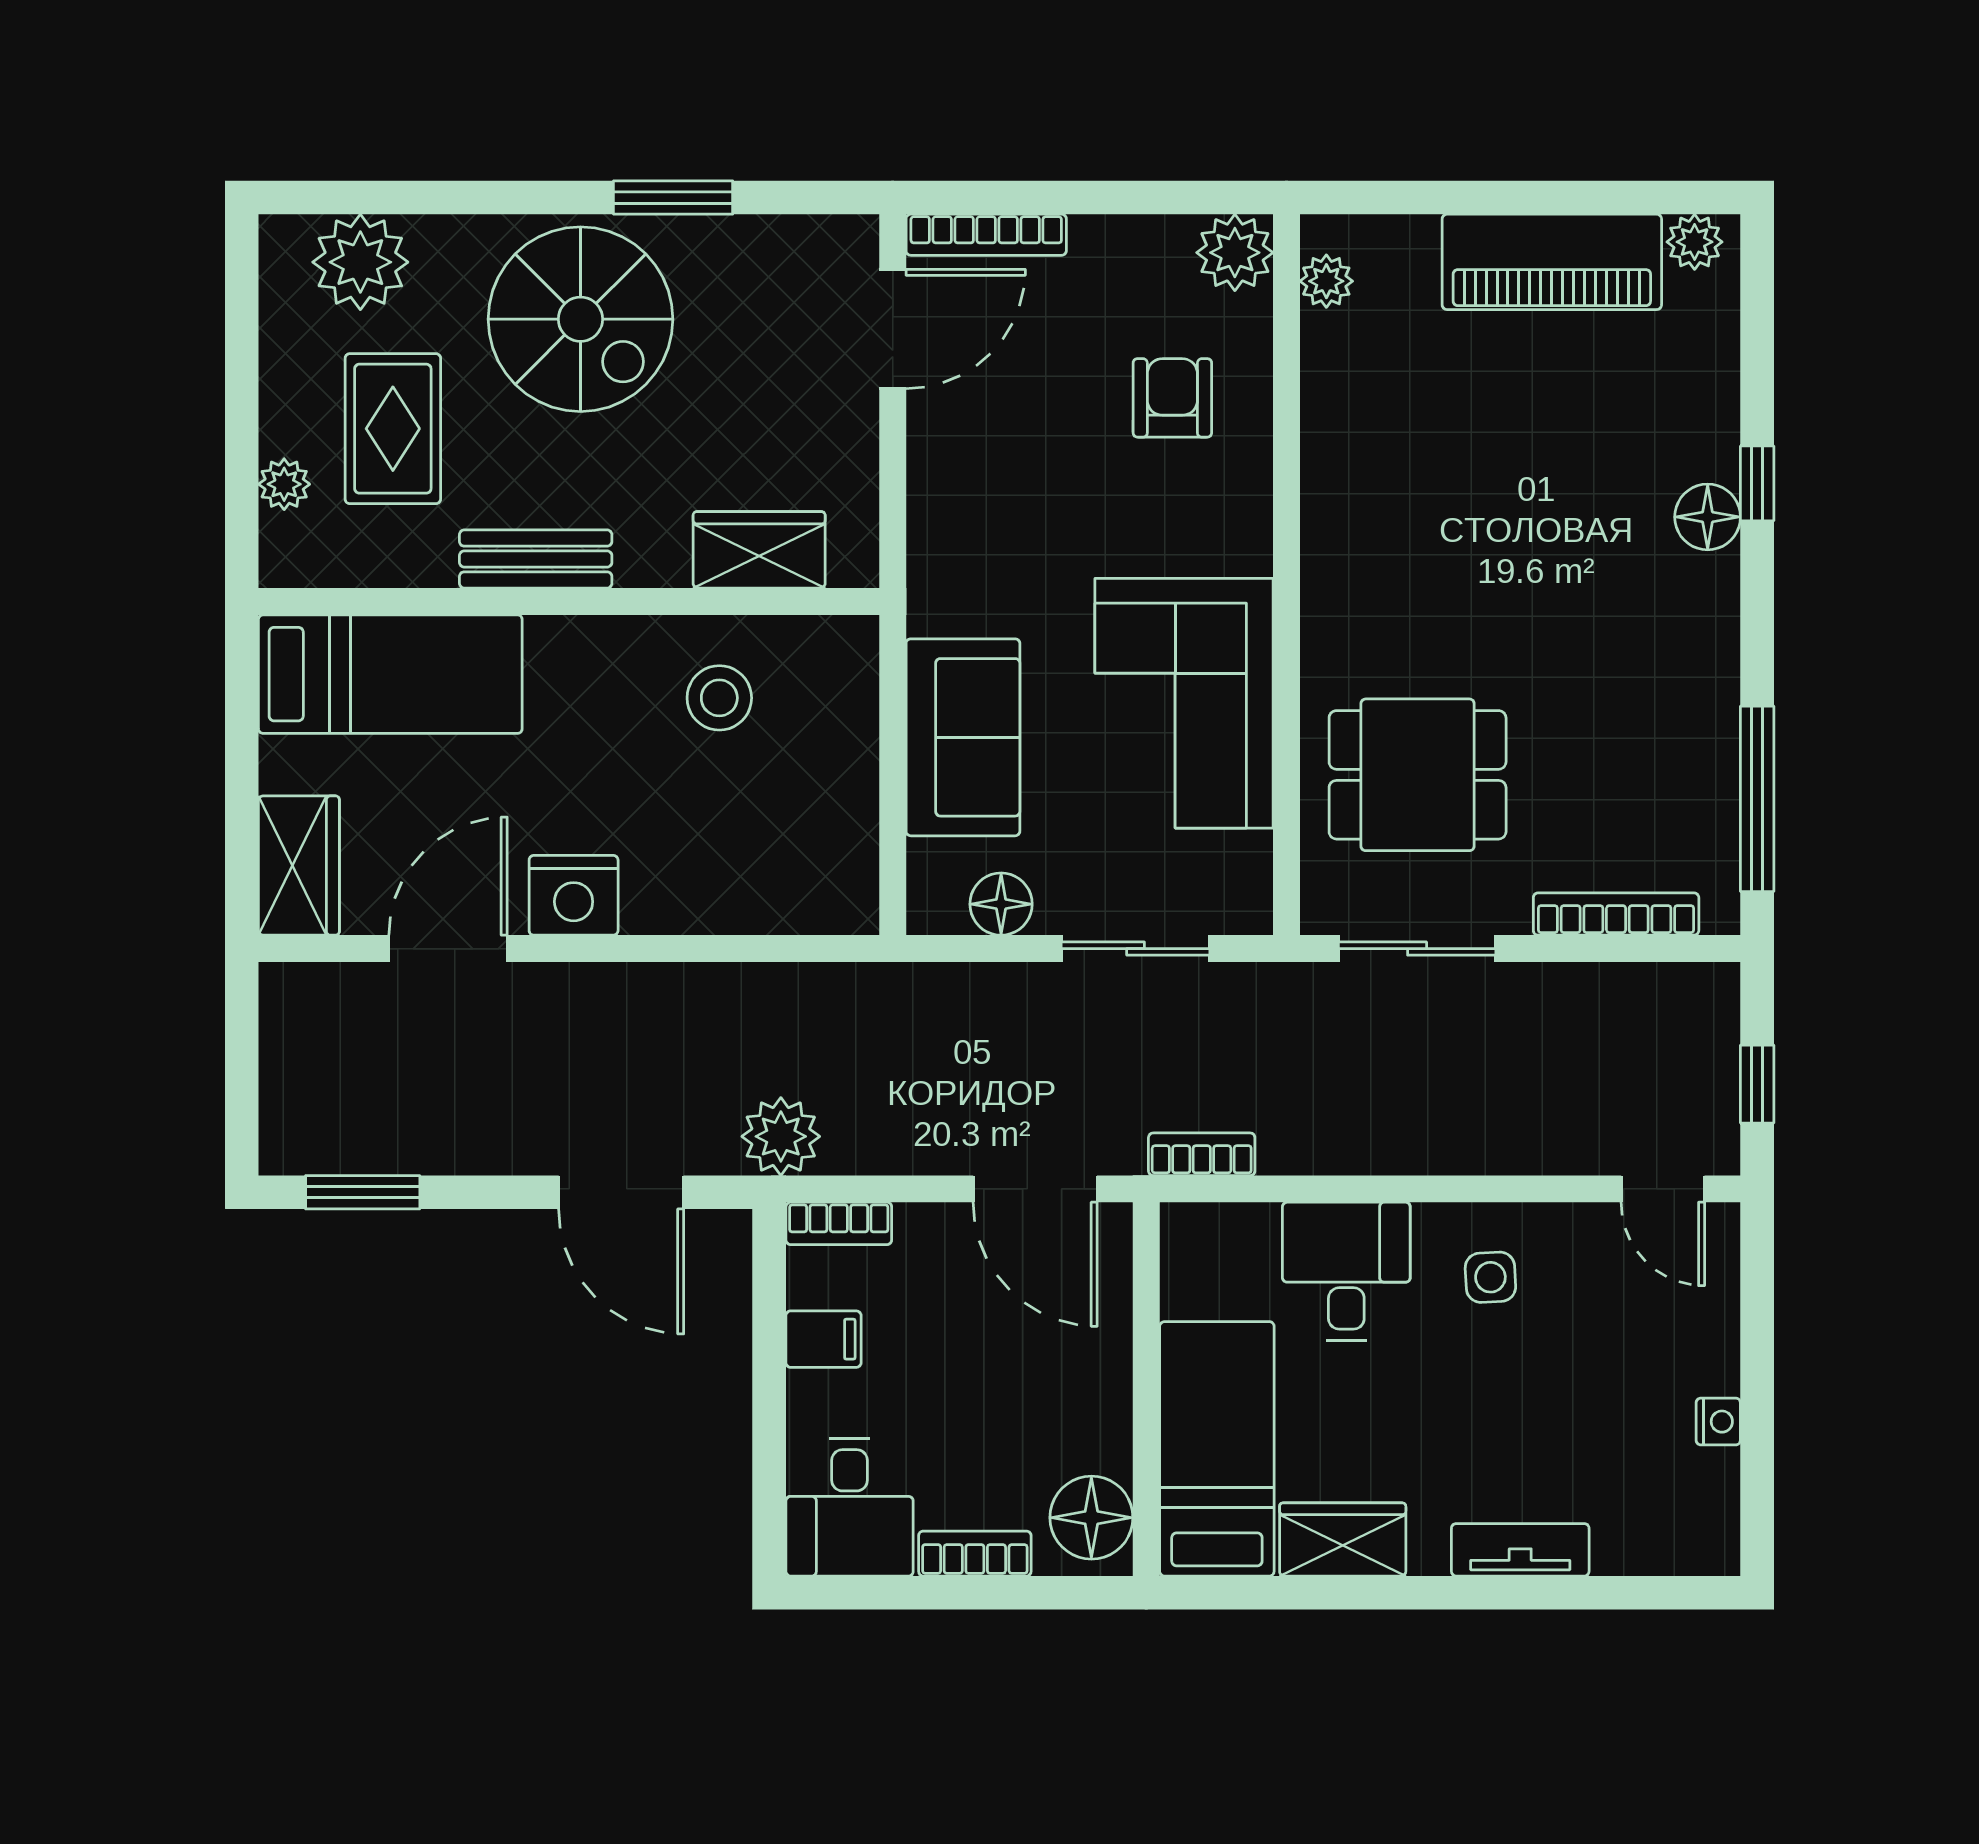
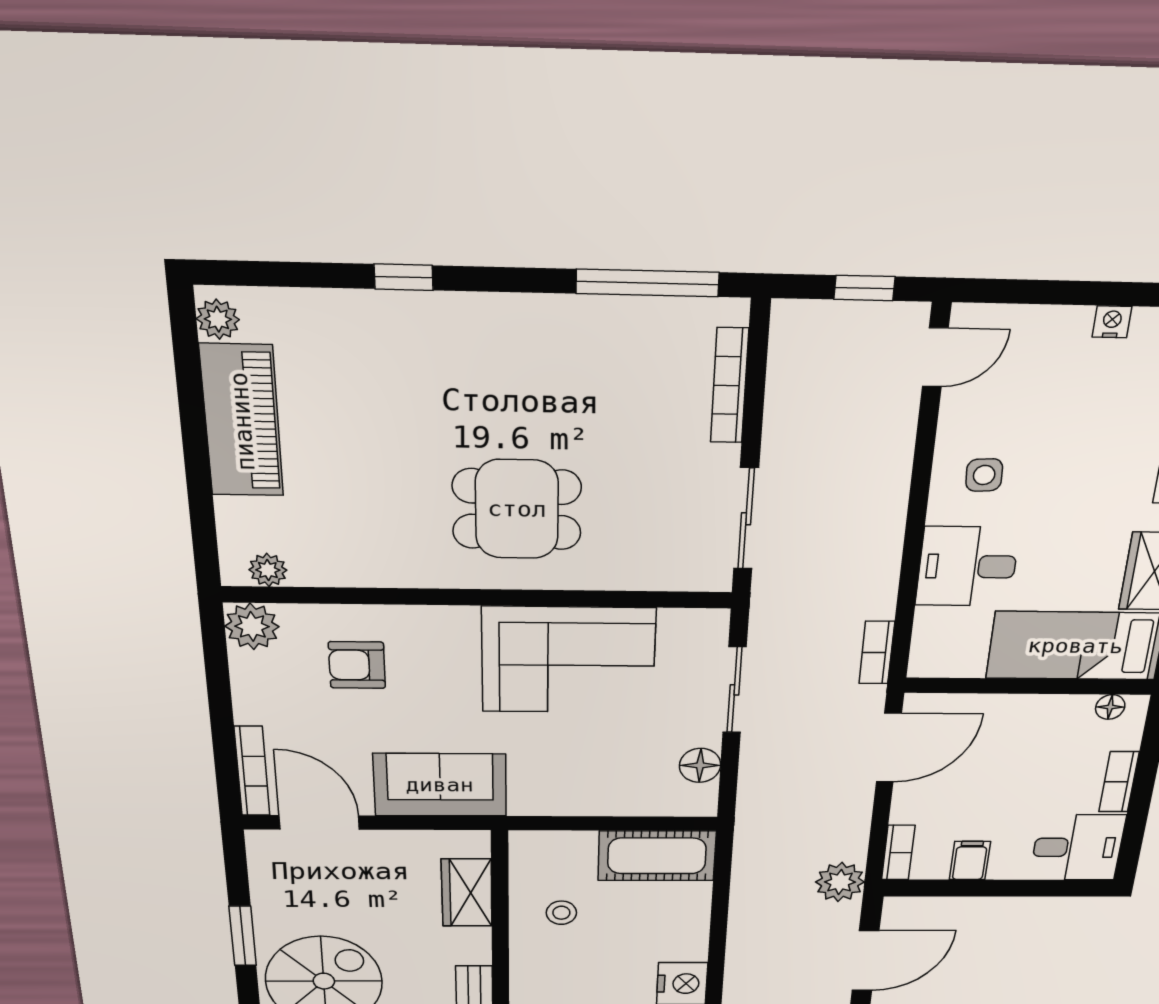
floor lamp: (1708, 517) -> (431, 314), removed
stool: (719, 698) -> (561, 913), width x0.73, depth x0.73
sofa: (963, 737) -> (440, 785), moved
dining table: (1418, 775) -> (517, 509), moved, turned 90
cot: (831, 845) -> (657, 856), added
floor lamp: (1091, 1518) -> (1110, 707), width x0.53, depth x0.53

